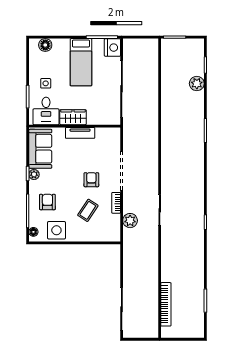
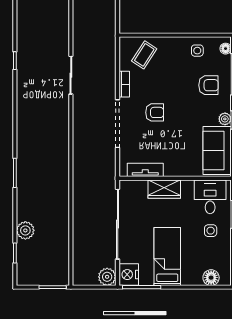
wardrobe: (73, 117) -> (164, 189), moved
tv unit: (80, 133) -> (145, 170), moved
armchair: (91, 180) -> (155, 112), turned -90
armchair: (47, 202) -> (208, 85), turned -90
coffee table: (88, 210) -> (144, 55), moved
plant: (130, 221) -> (107, 277), moved
side table: (56, 230) -> (197, 51), width x0.54, depth x0.54

